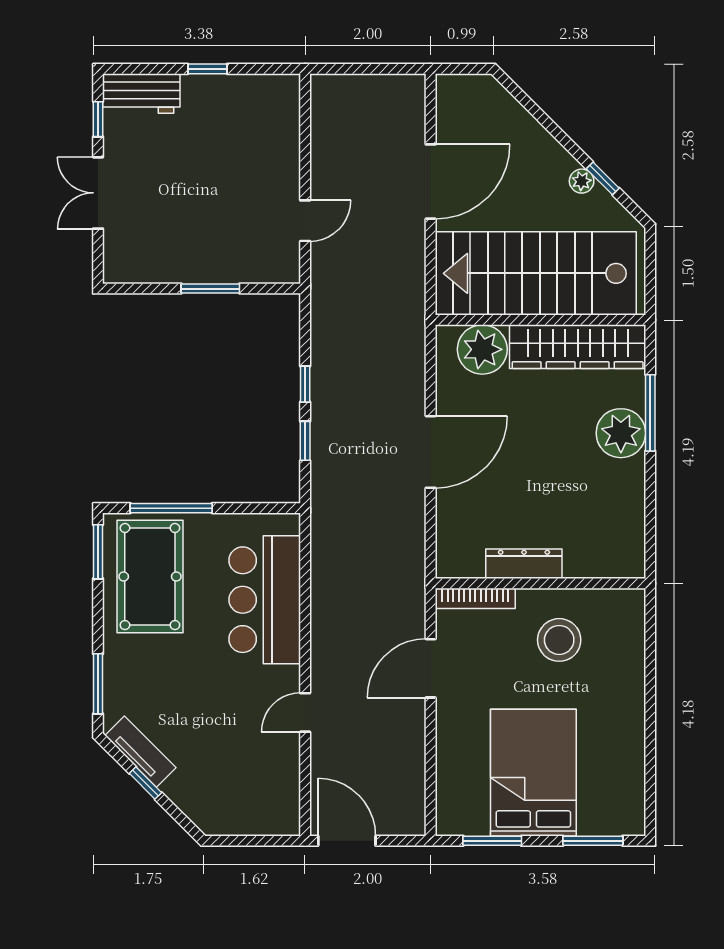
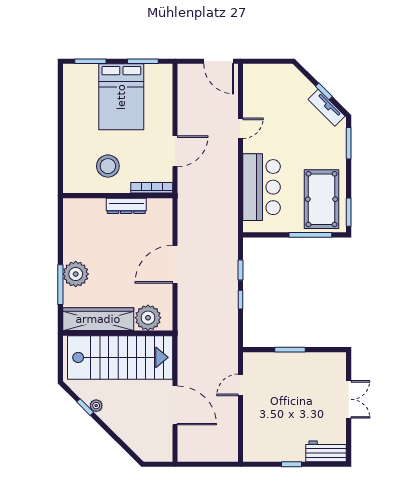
window: (98, 119) -> (349, 438), removed
door: (431, 182) -> (175, 405), swing flipped

